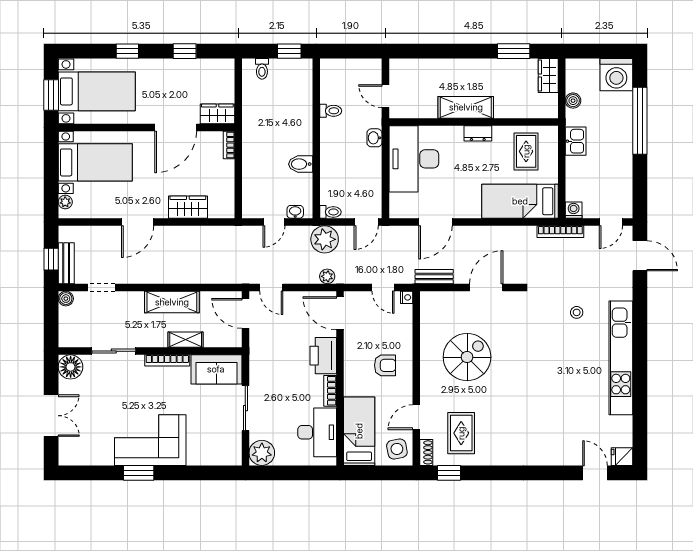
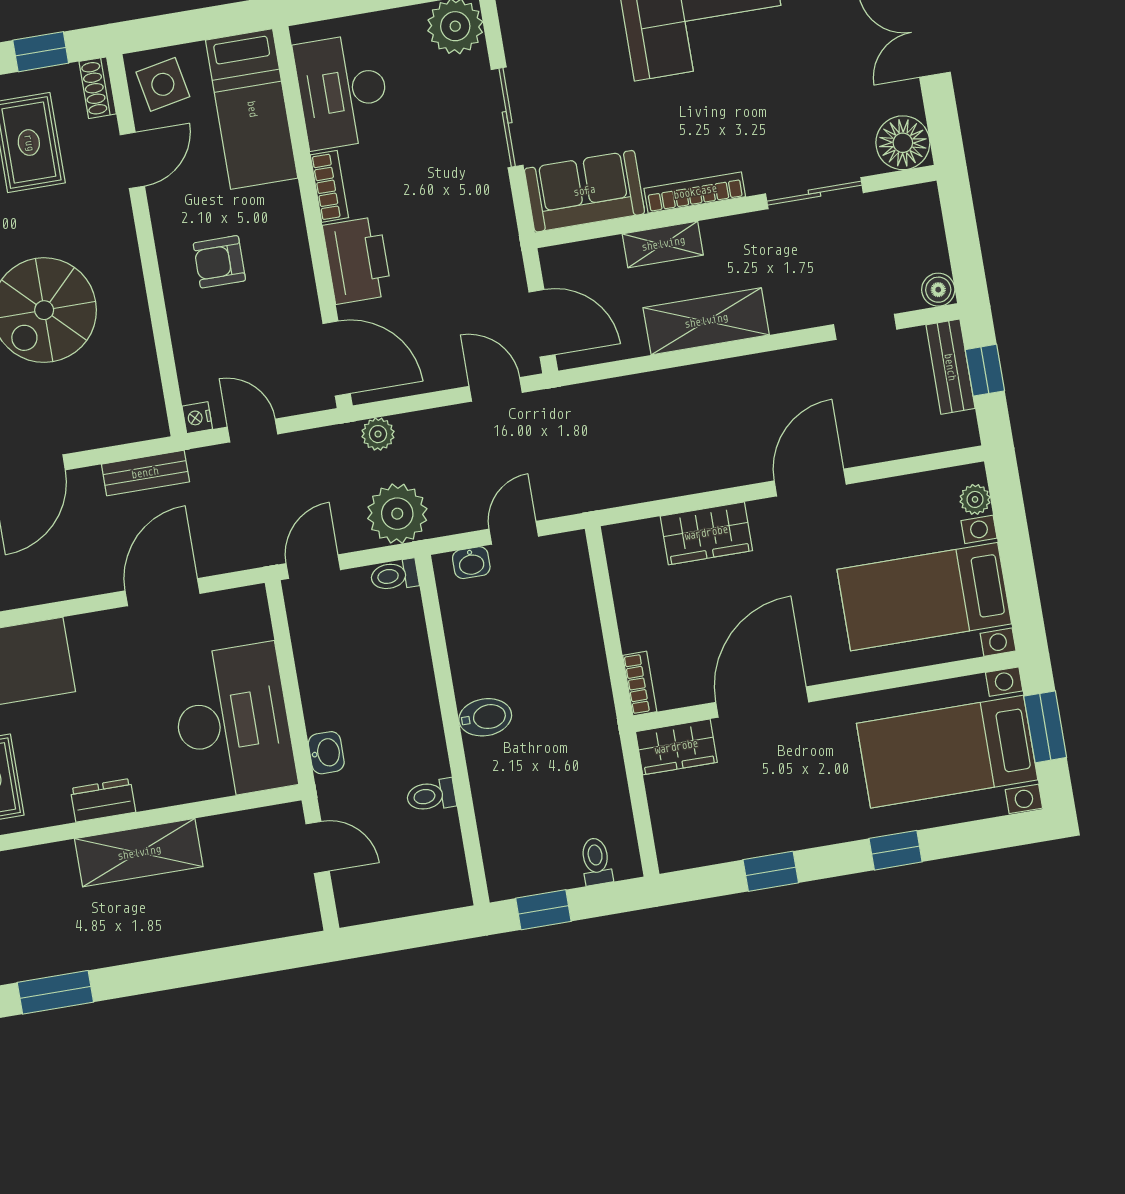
bidet: (301, 164) -> (485, 717), moved

